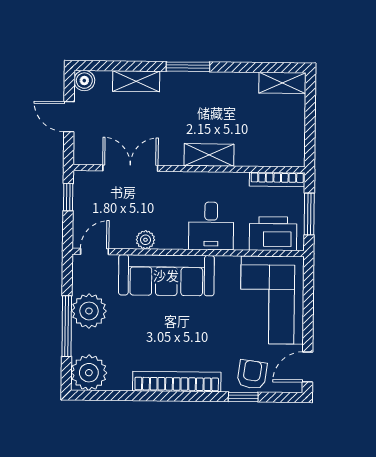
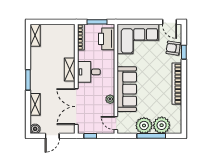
double door: (130, 168) -> (76, 107), width x1.37
desk: (211, 226) -> (89, 72), moved, turned 180
plant: (89, 373) -> (162, 125), moved

